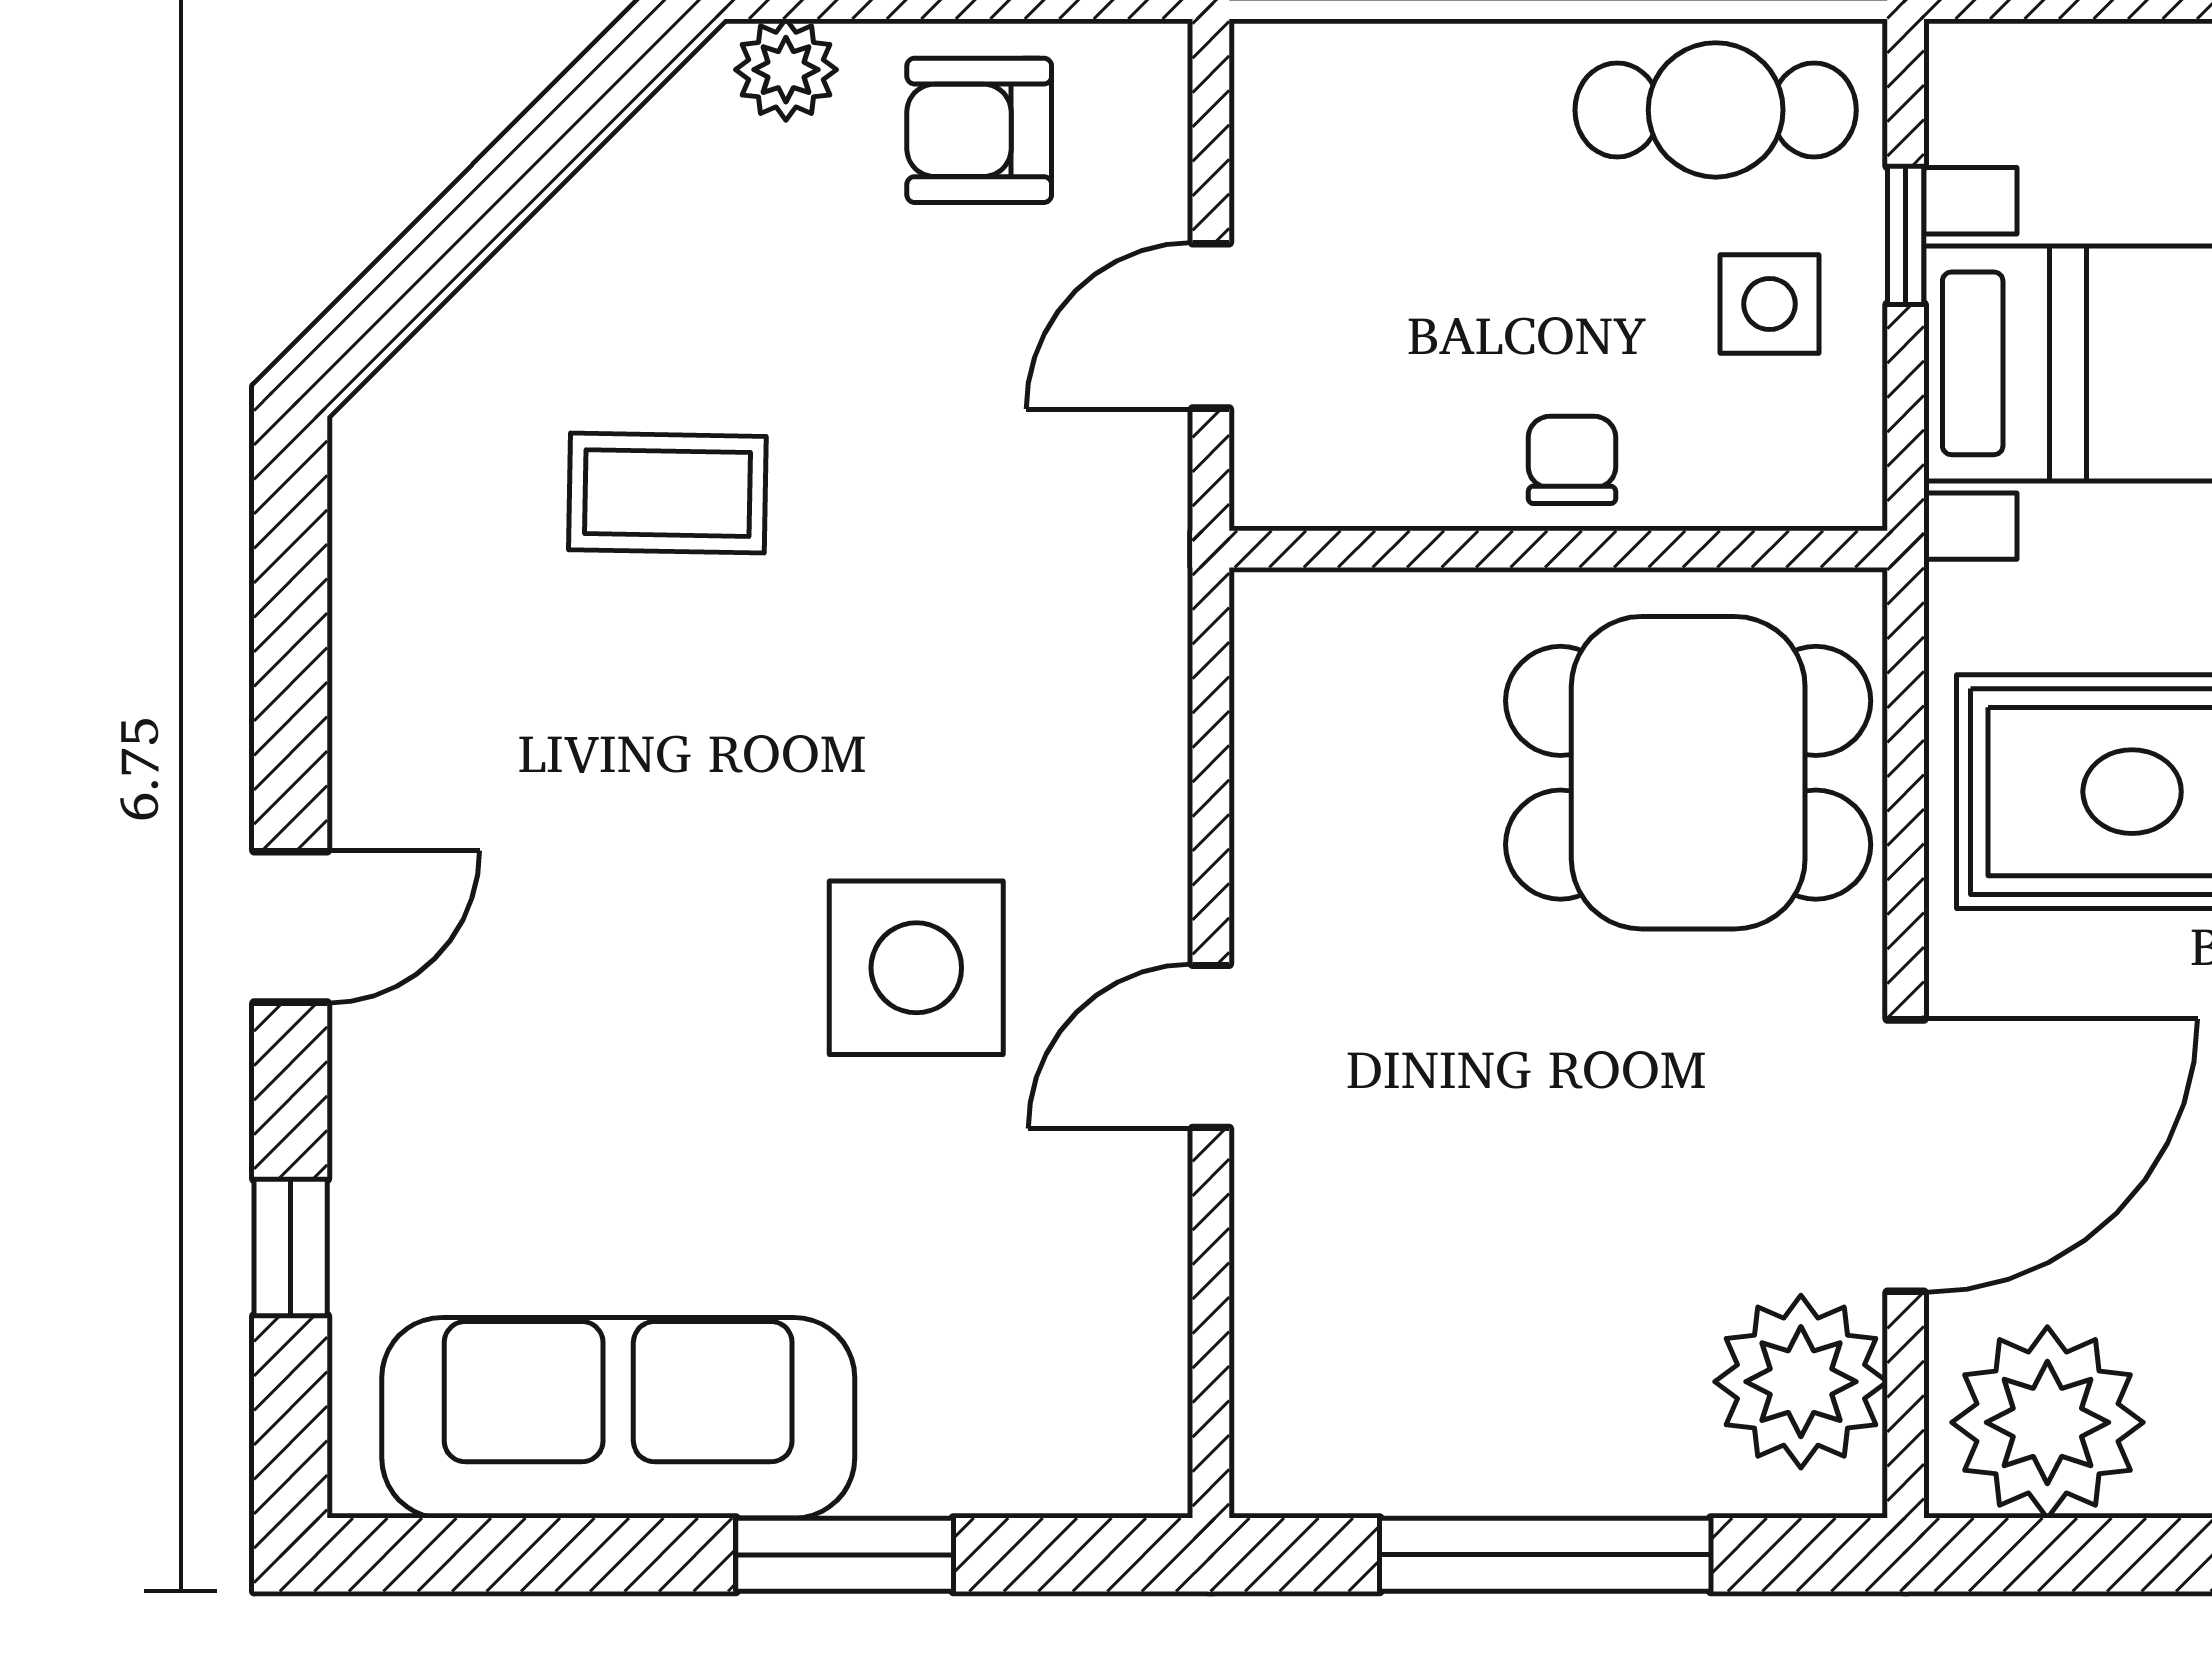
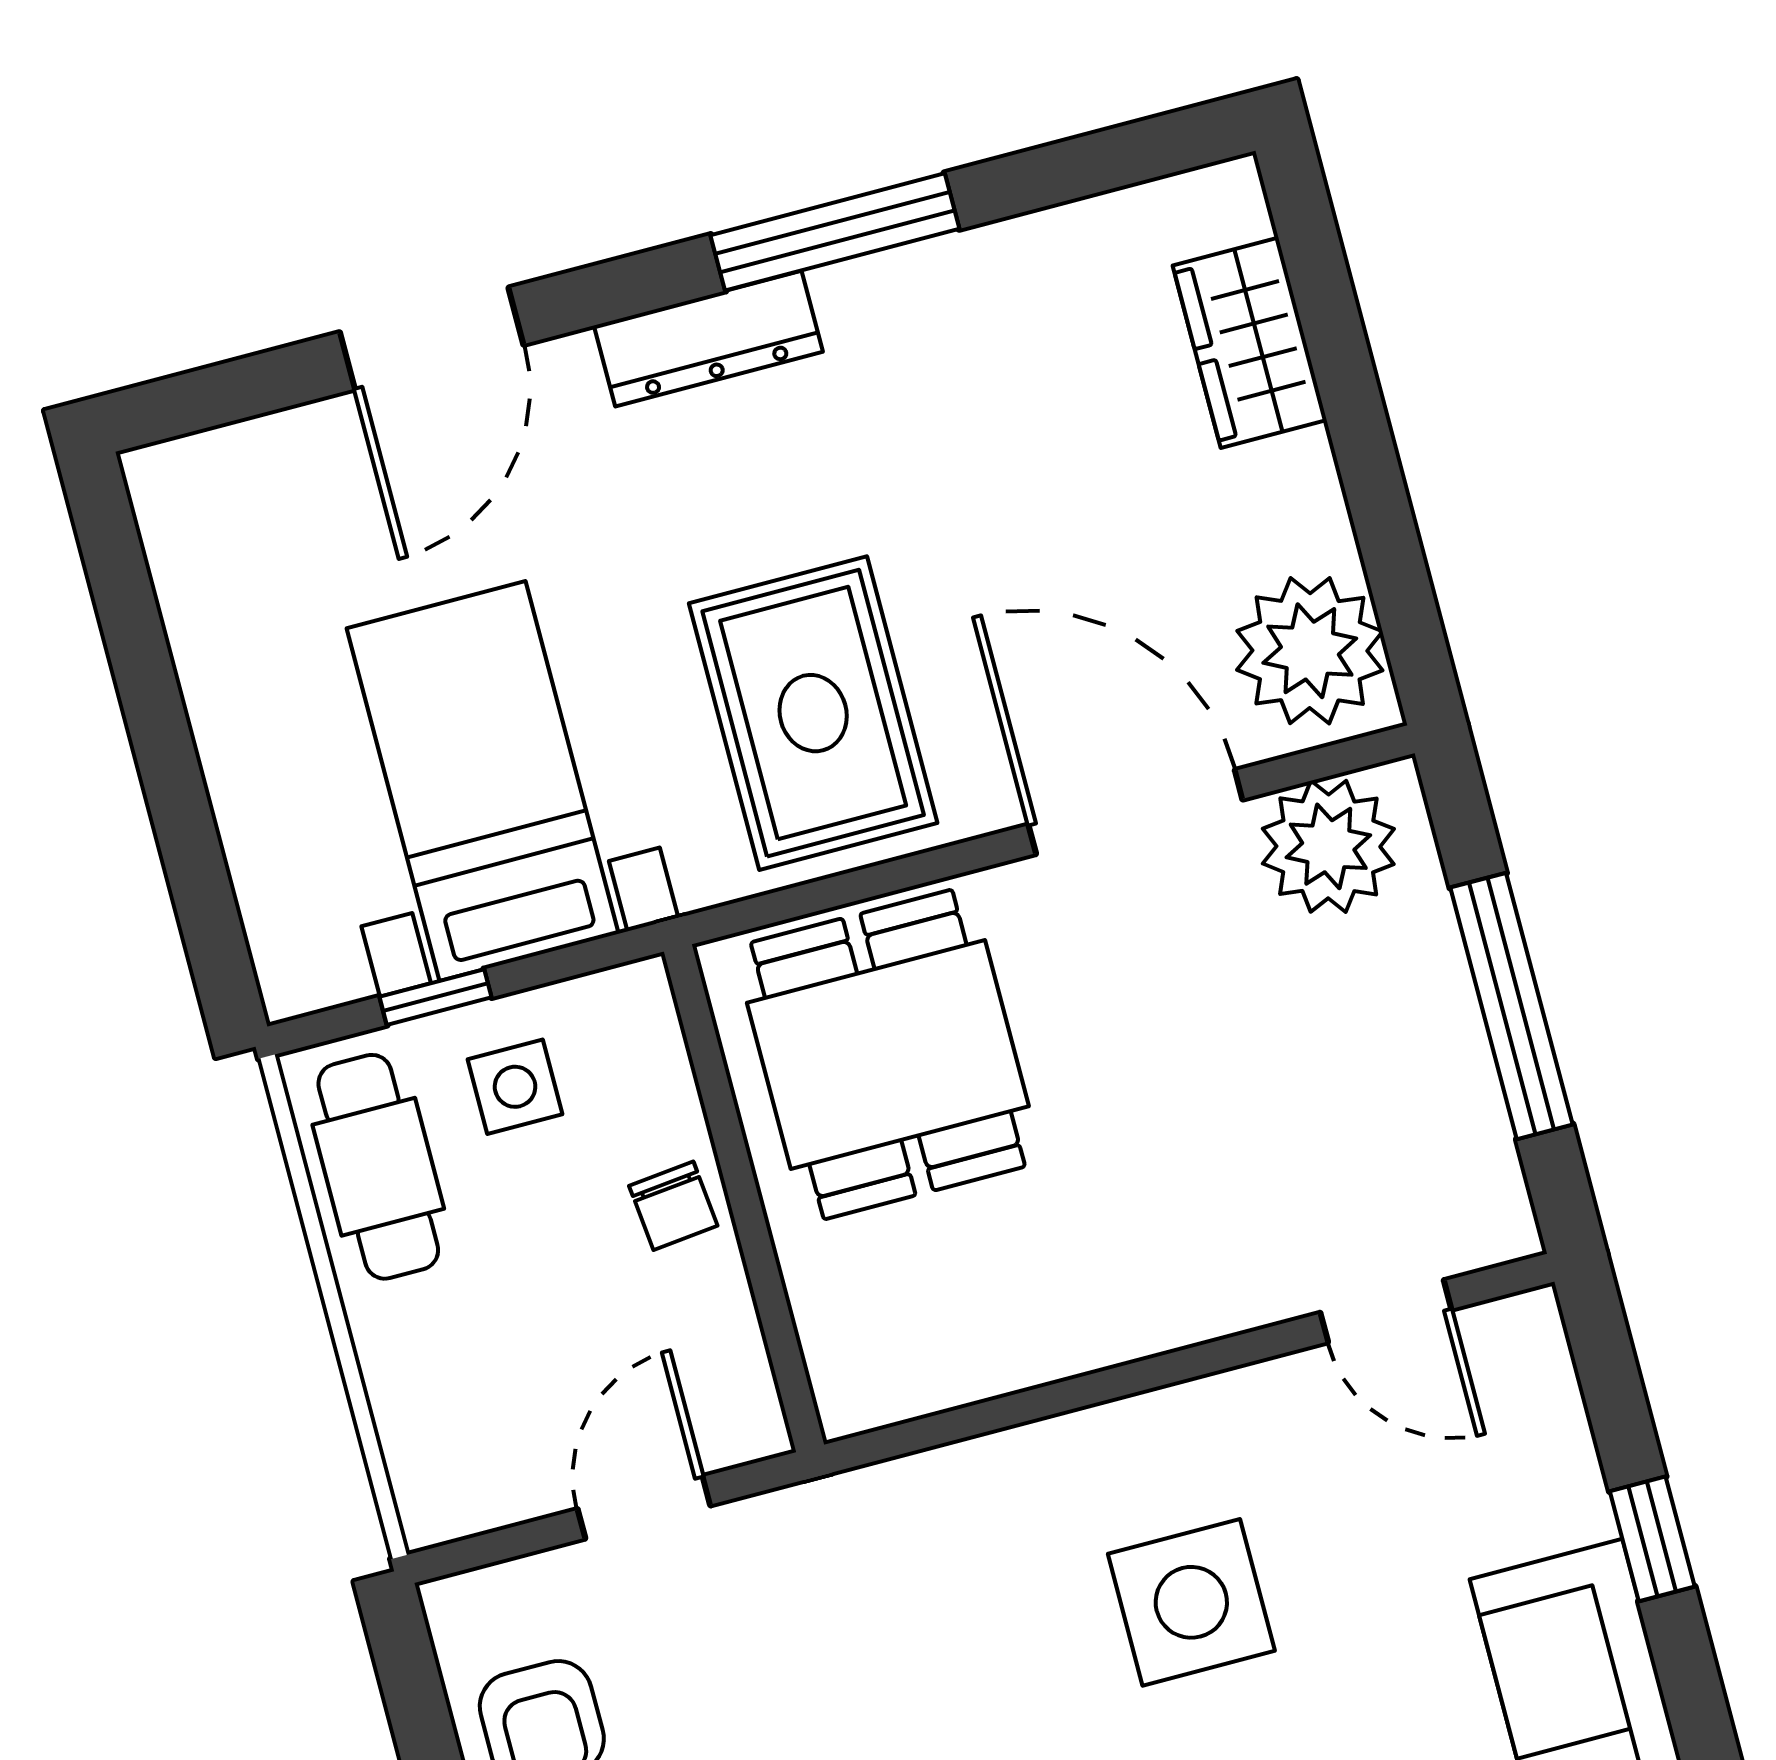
door: (1211, 326) -> (644, 1507), swing flipped
chair: (1572, 460) -> (673, 1206), turned -96
door: (1211, 1046) -> (1386, 1311), moved
window: (845, 1555) -> (1652, 1539), width x0.67

